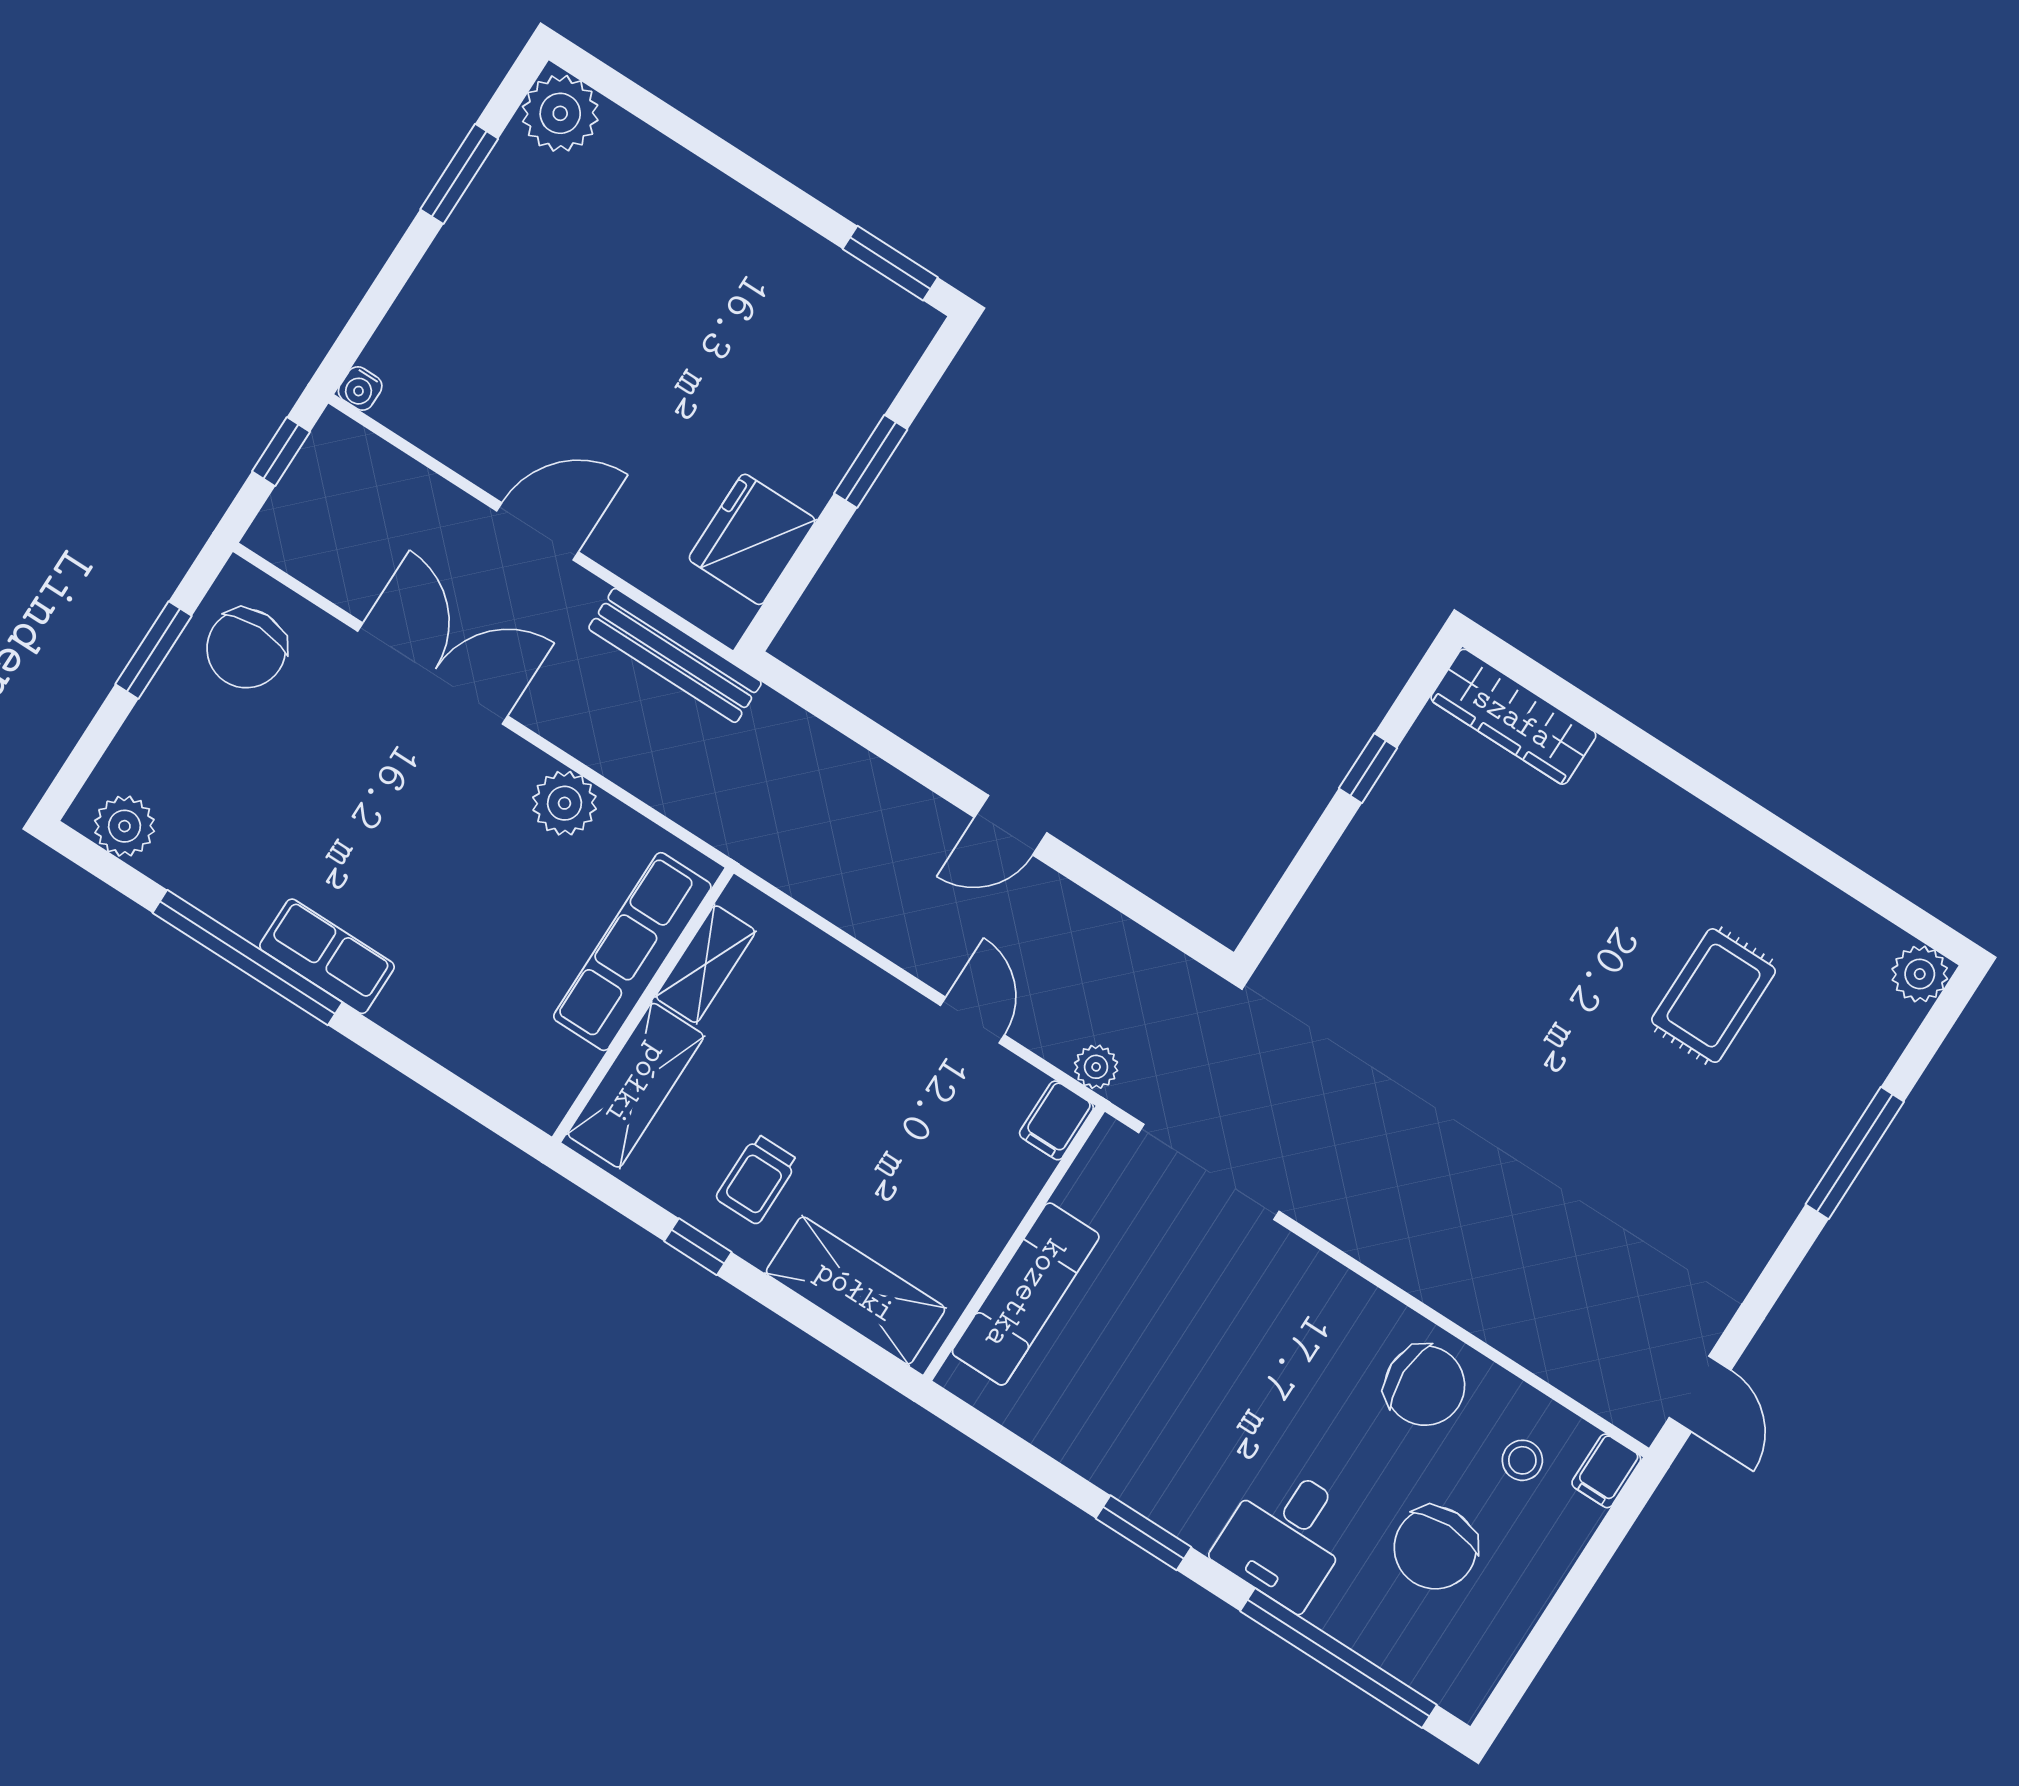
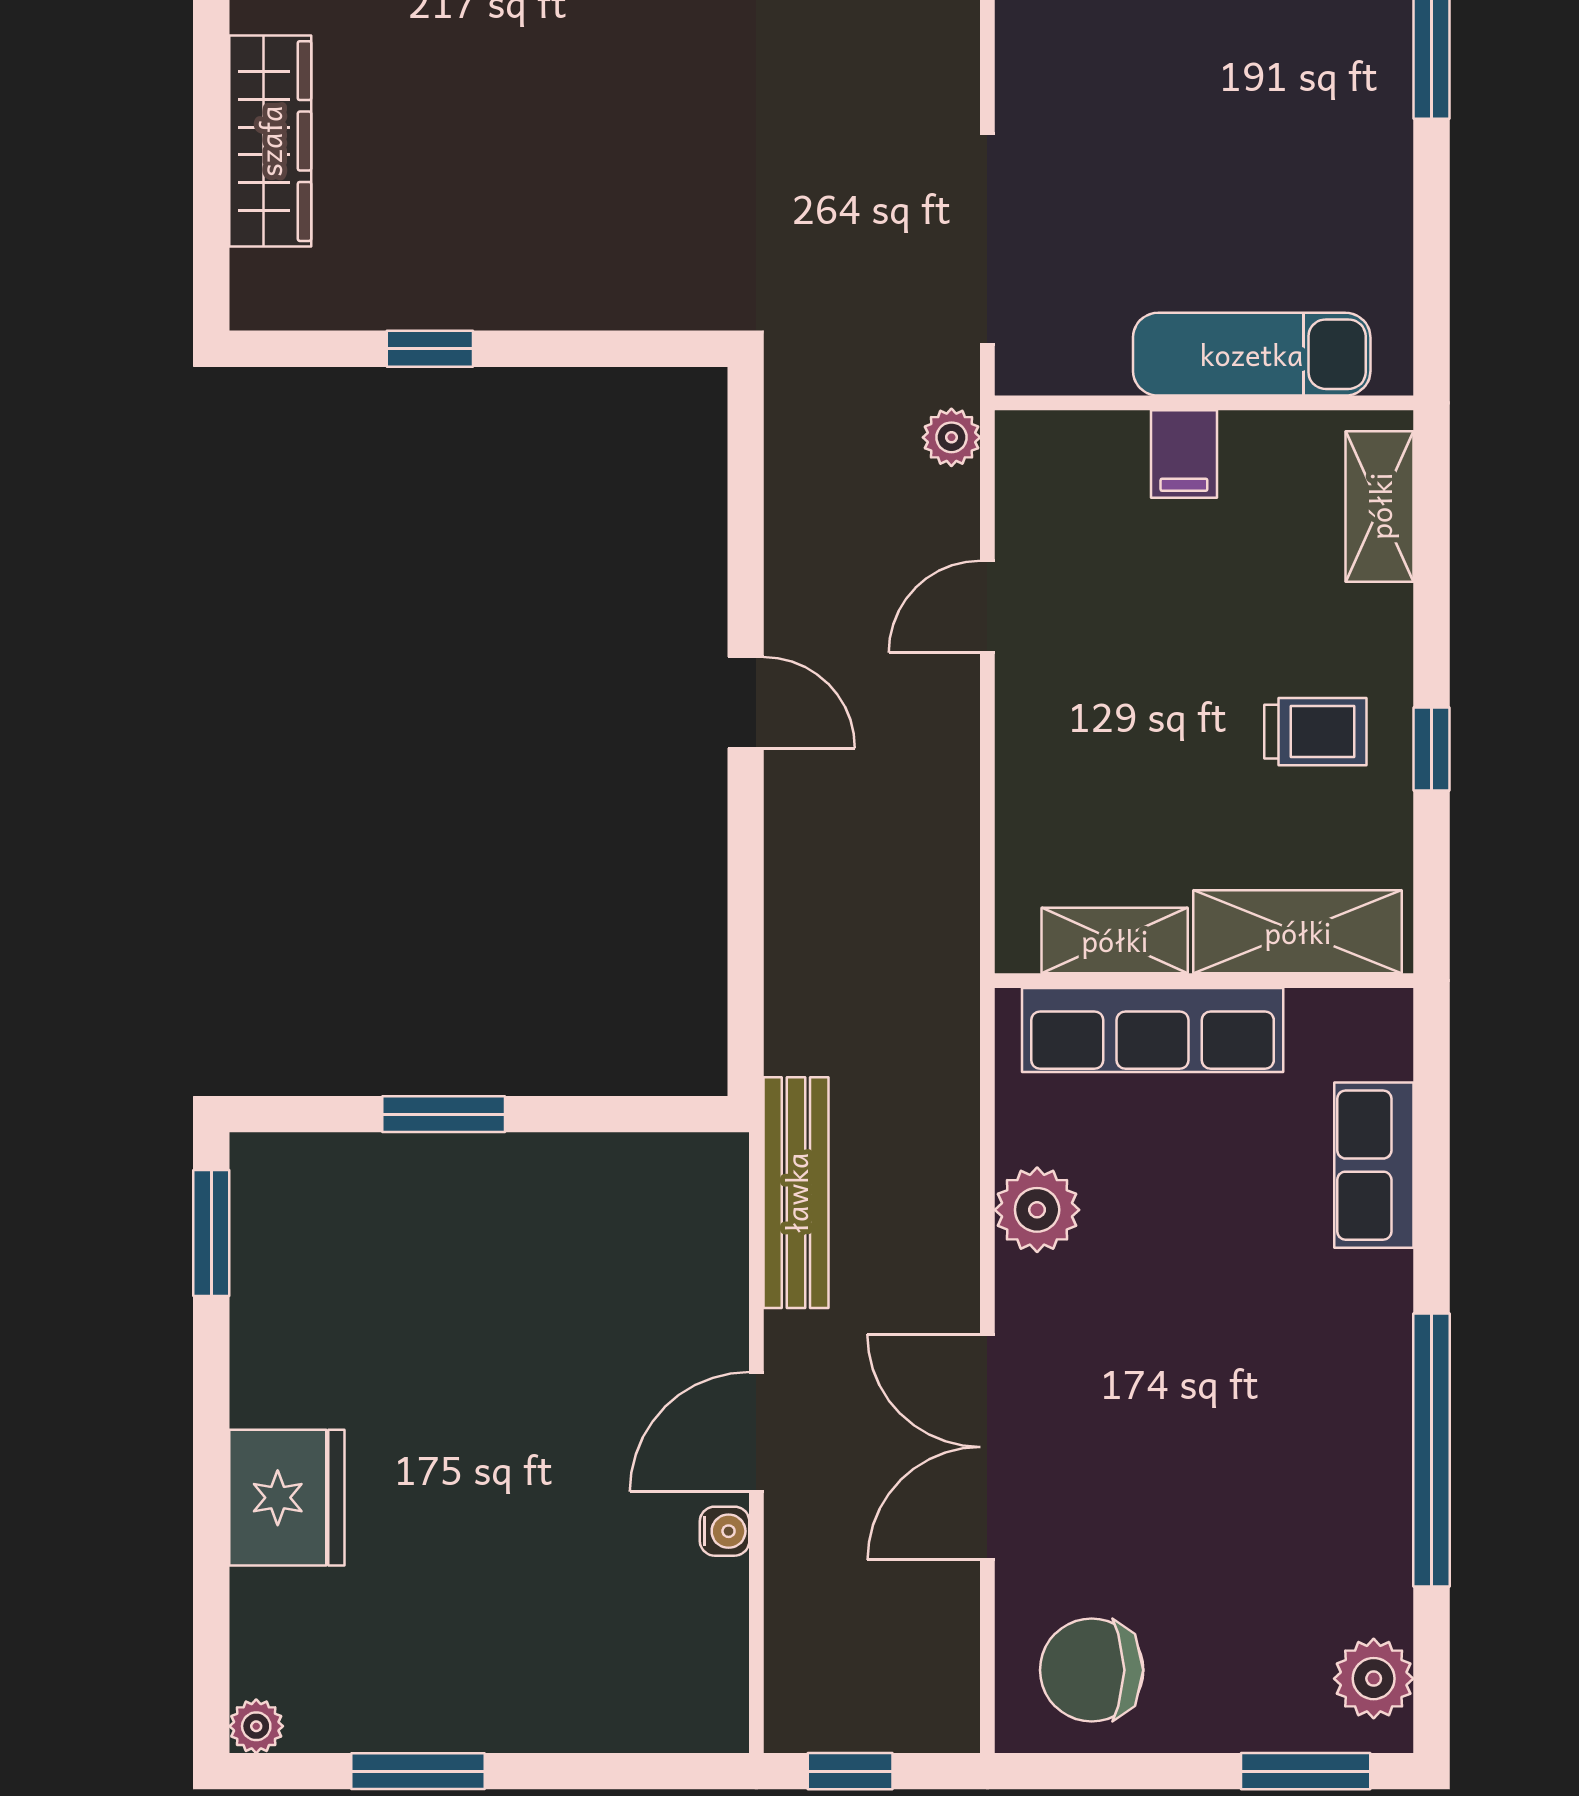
plant: (560, 113) -> (256, 1726), width x0.53, depth x0.53
water cooler: (360, 389) -> (725, 1531), moved
door: (538, 531) -> (756, 1432), hinge flipped
fridge: (752, 539) -> (287, 1498), moved, turned -90
chair: (246, 648) -> (1092, 1670), turned 180
window: (154, 650) -> (1306, 1771), moved
wardrobe: (1513, 717) -> (270, 141), moved
row of seats: (327, 956) -> (1374, 1165), moved
filing cabinet: (1056, 1120) -> (1184, 454), moved, turned 90
shelving: (856, 1291) -> (1380, 506), width x0.67, depth x0.75

